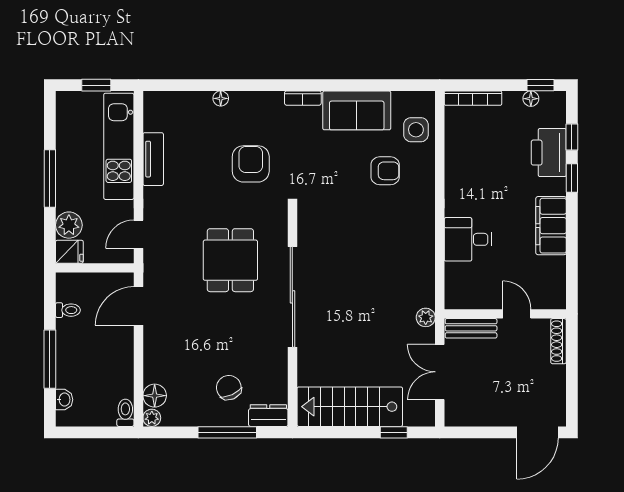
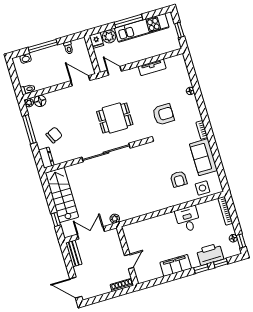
kitchen unit: (119, 146) -> (142, 28), moved, turned 180
desk: (468, 239) -> (188, 219), moved
bench: (471, 328) -> (74, 253), moved
window: (227, 432) -> (29, 129), moved

